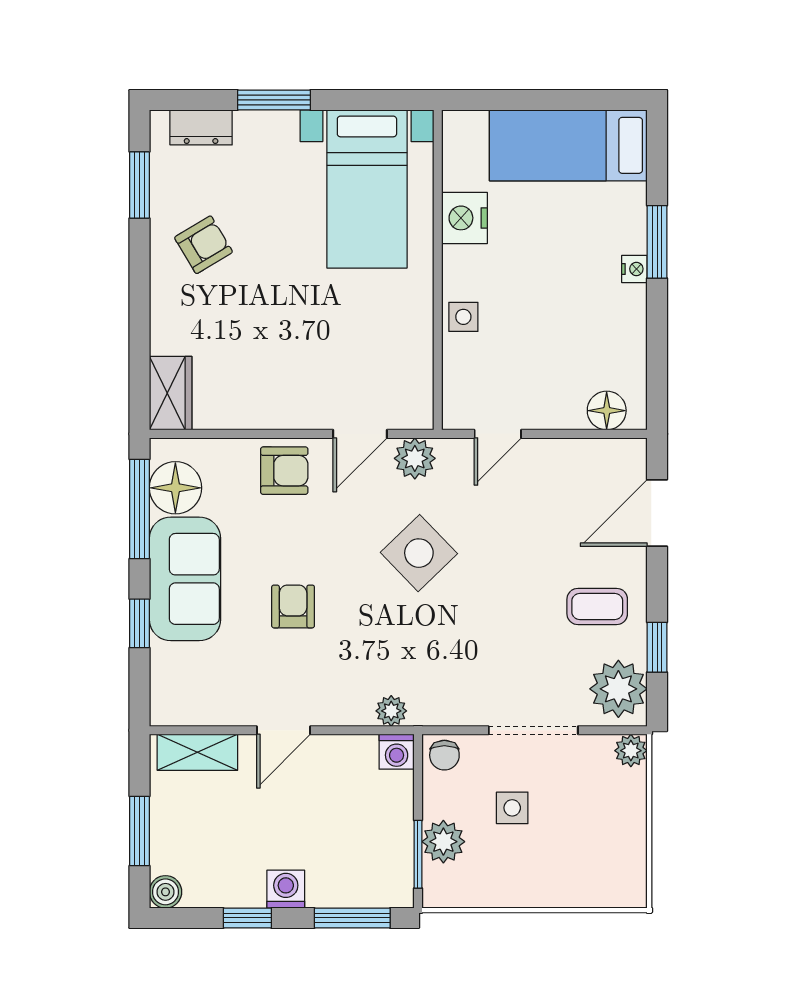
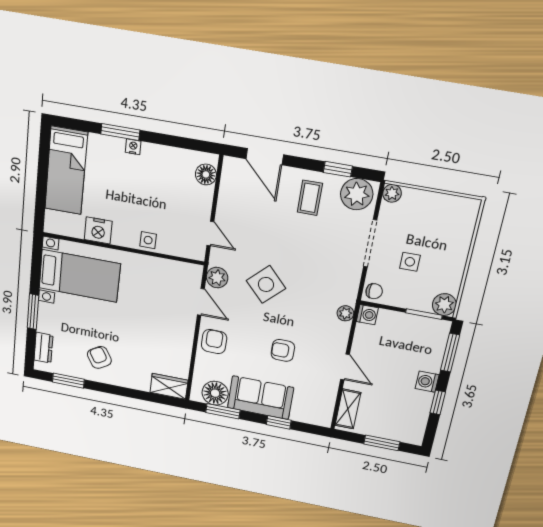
window: (139, 509) -> (223, 411), width x0.69
plant: (443, 842) -> (444, 305), moved
boiler: (165, 892) -> (415, 437), removed

